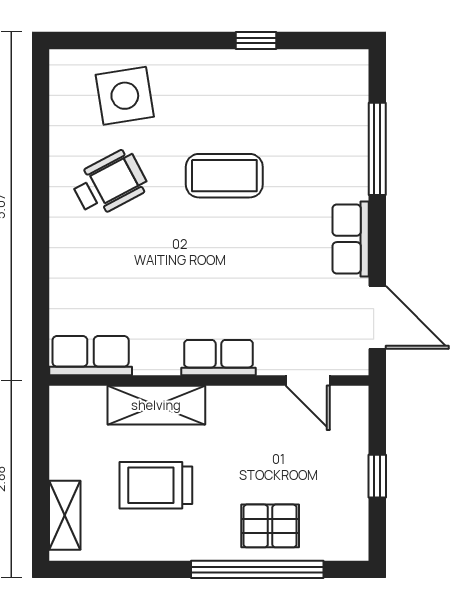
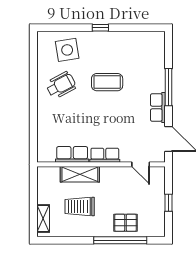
window: (256, 41) -> (100, 28), moved
window: (377, 149) -> (169, 87), moved
row of seats: (91, 356) -> (72, 154), moved

